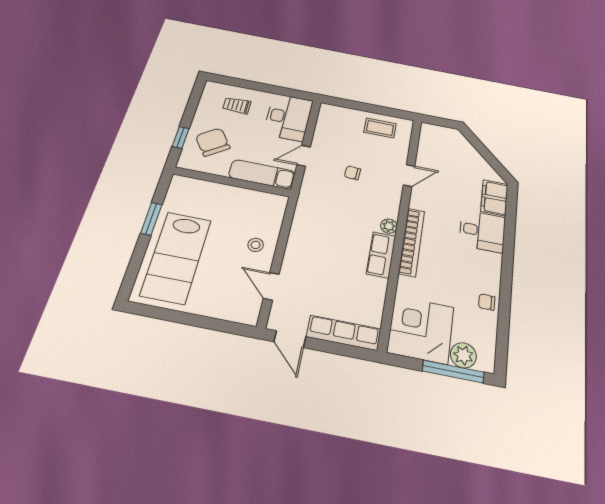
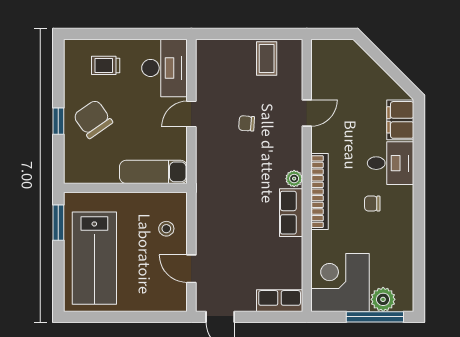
coffee table: (380, 128) -> (267, 58), turned 90
exam couch: (262, 174) -> (153, 172), moved
wall: (232, 182) -> (125, 188), moved
chair: (487, 302) -> (372, 204), moved
row of seats: (344, 333) -> (280, 301), width x0.68

